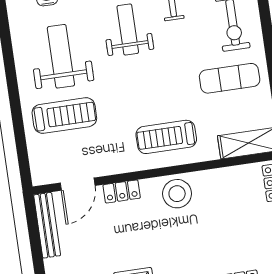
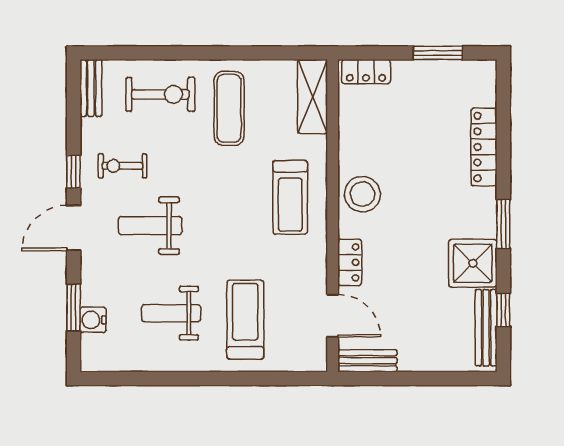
weight bench: (61, 56) -> (171, 313), width x0.73, depth x0.75
bench: (47, 225) -> (367, 361), width x0.73

